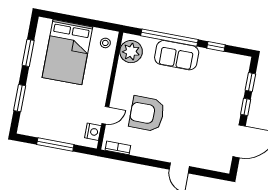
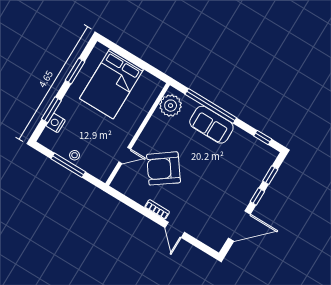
stool: (105, 43) -> (75, 155), moved
window: (216, 46) -> (263, 137), moved
armchair: (147, 114) -> (164, 168), turned -36
nightstand: (93, 132) -> (56, 123), moved, turned 180
bookcase: (118, 148) -> (157, 209), moved

